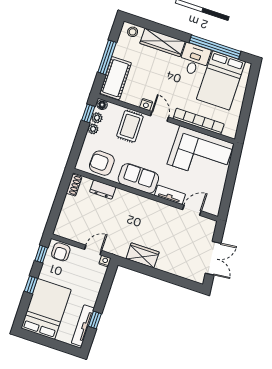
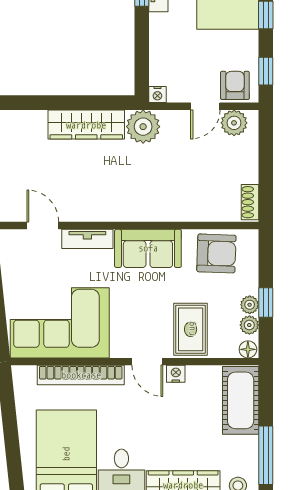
window: (107, 57) -> (266, 455), moved
window: (88, 113) -> (266, 302), moved
dresser: (103, 190) -> (200, 211), removed
door: (192, 210) -> (43, 226), swing flipped
plant: (68, 231) -> (234, 123), added
plant: (119, 246) -> (143, 127), added
door: (93, 250) -> (205, 106), moved
wardrobe: (143, 255) -> (86, 125), width x1.50

